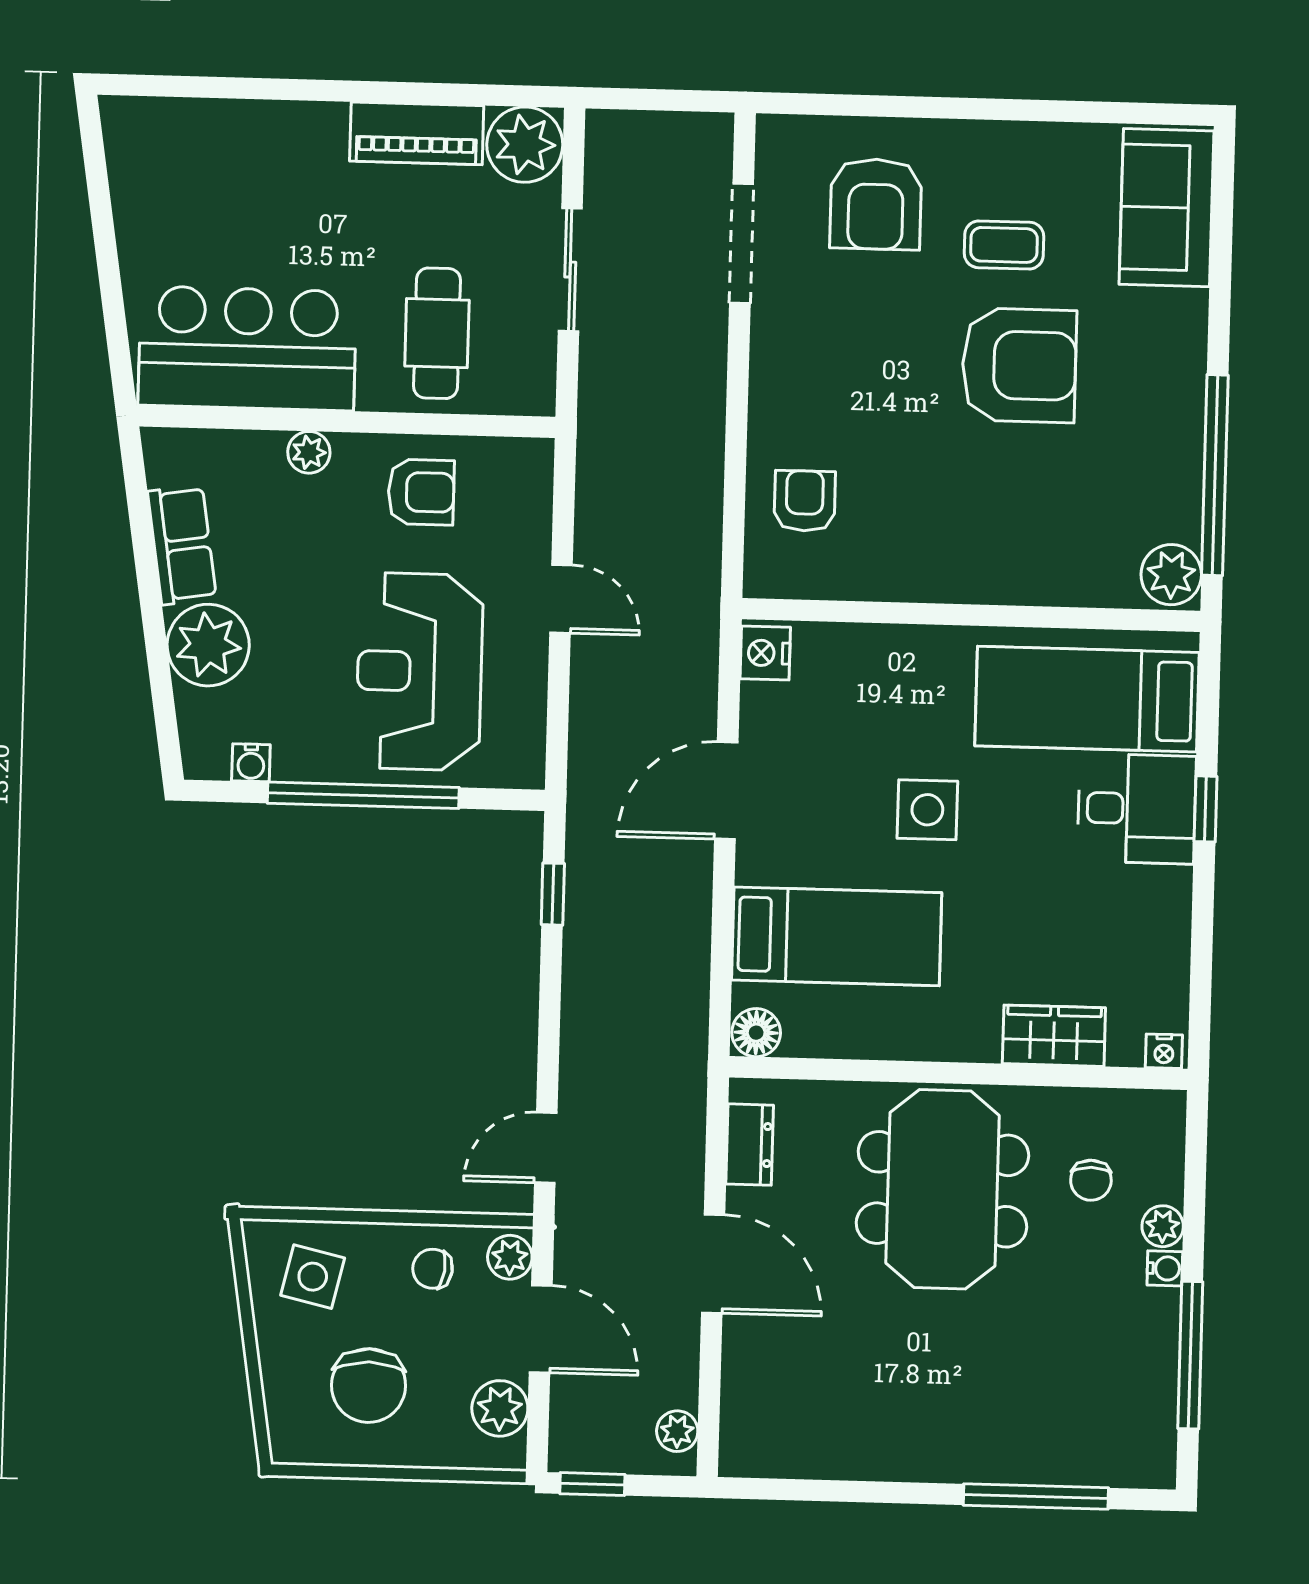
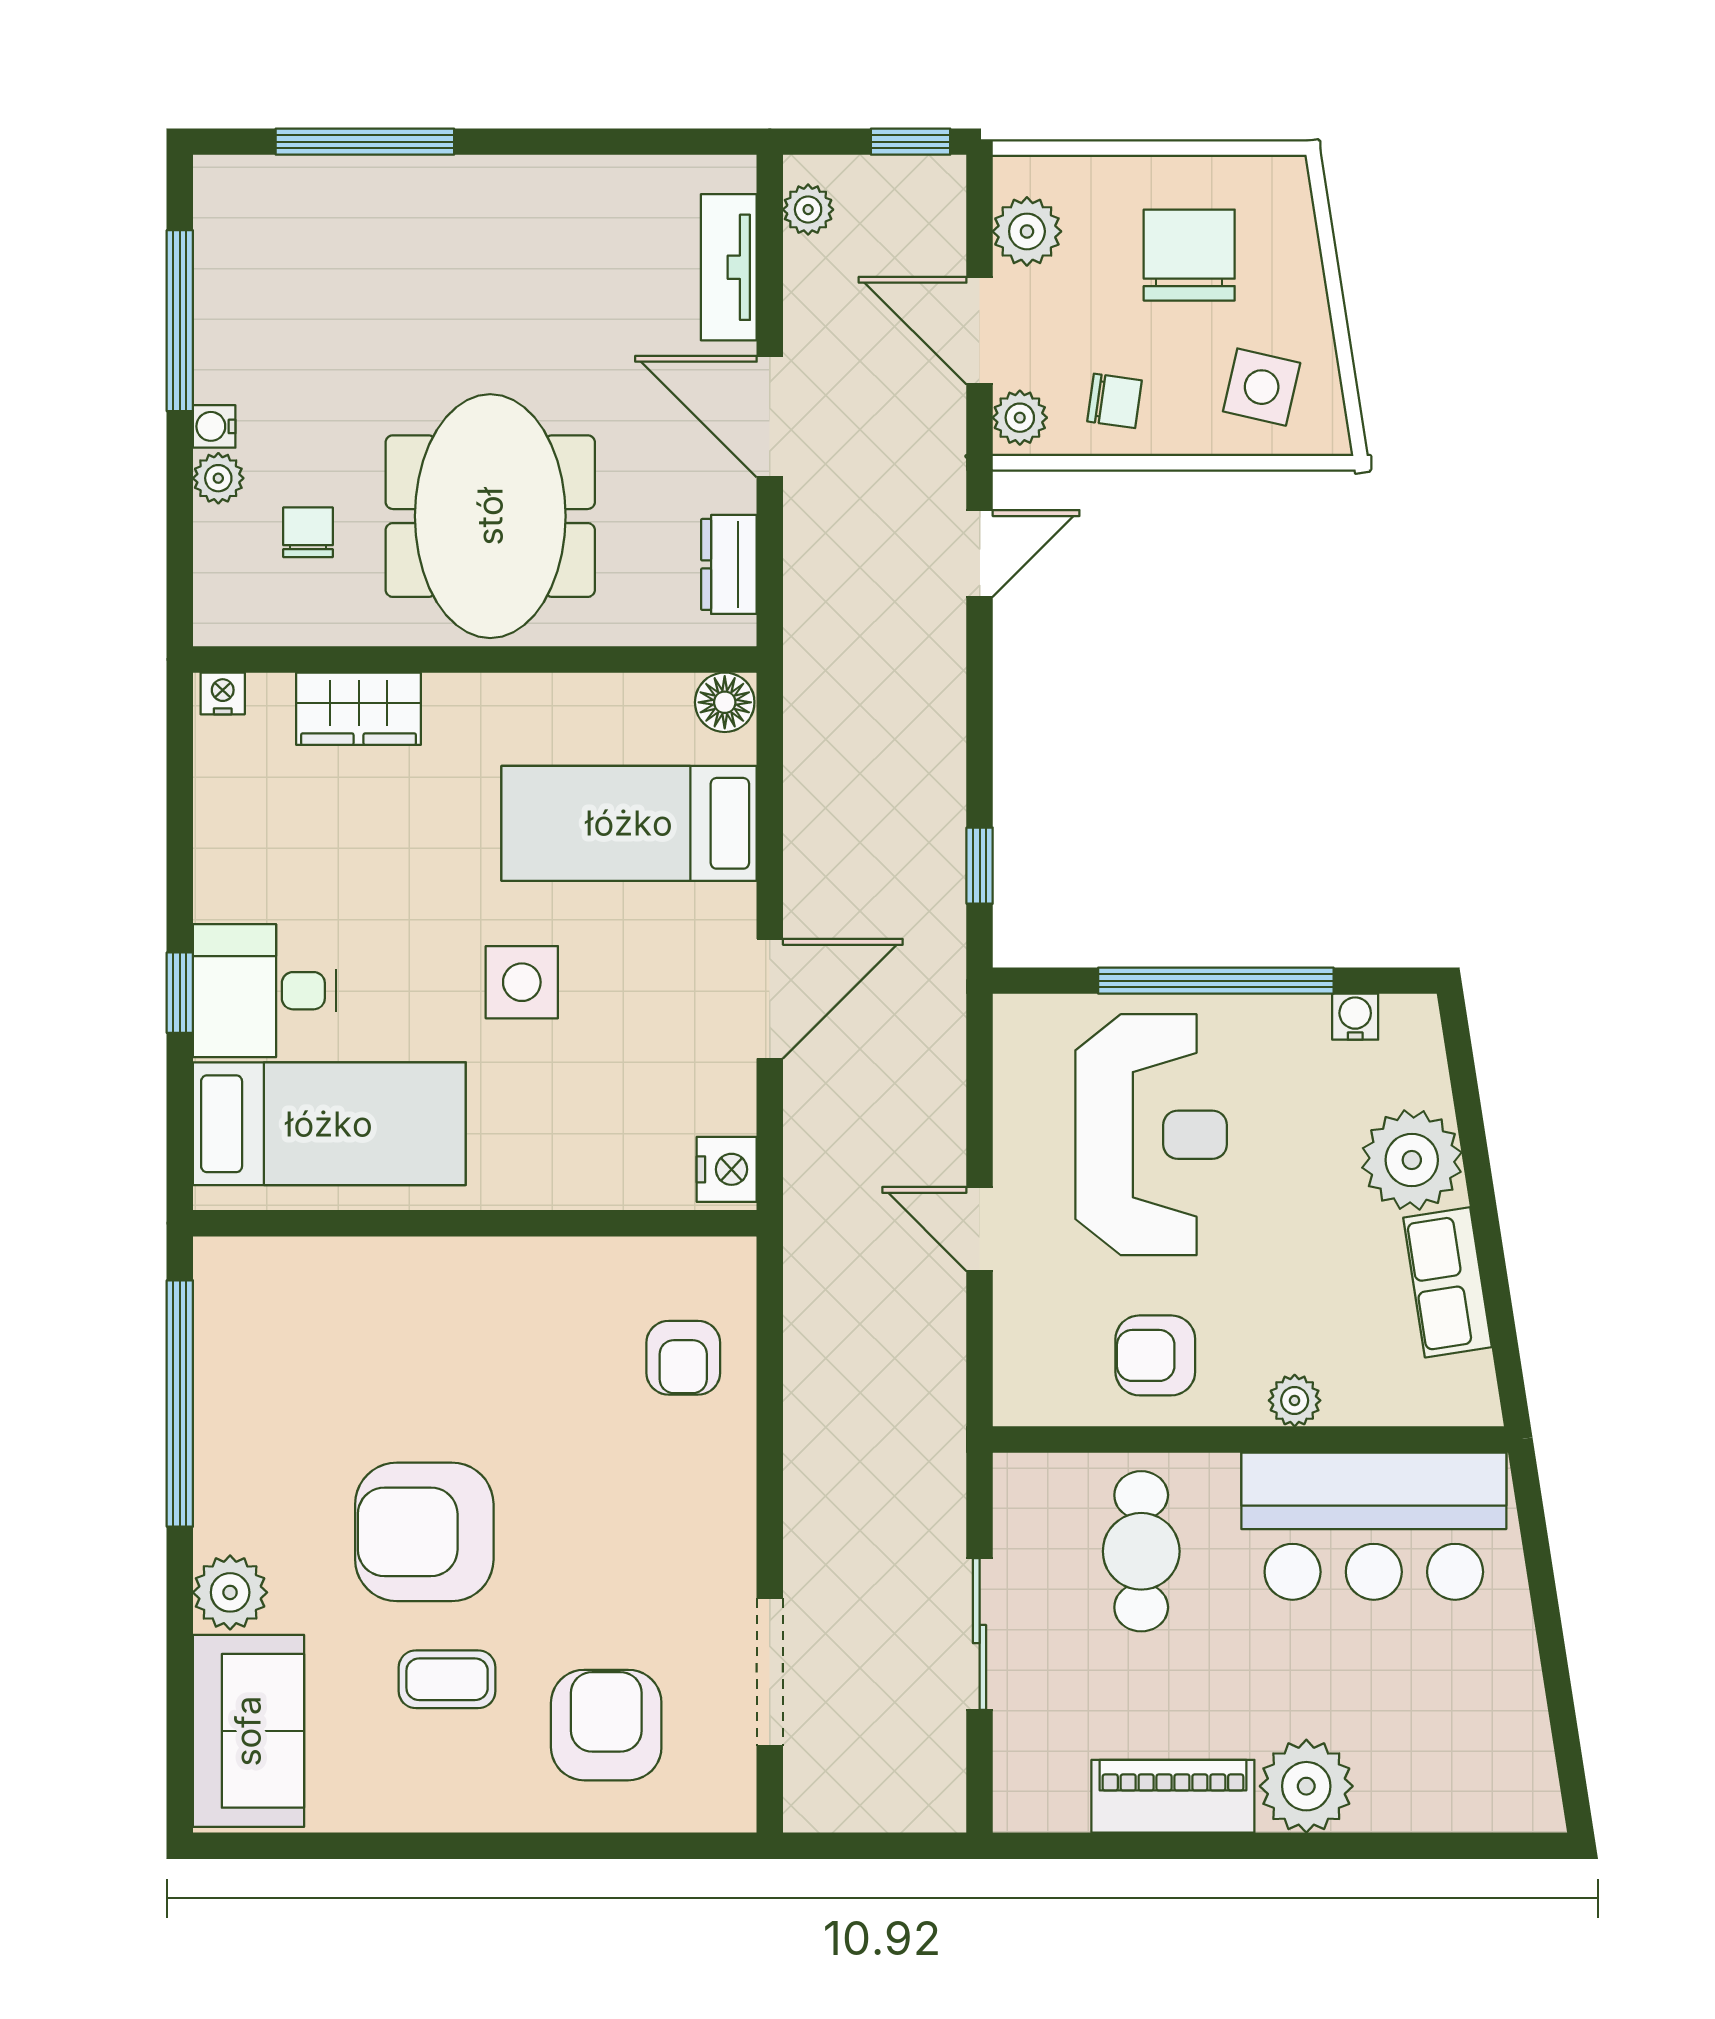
plant: (525, 145) -> (1306, 1786), moved
plant: (1171, 575) -> (230, 1592), moved
tv unit: (743, 1386) -> (729, 267), added

